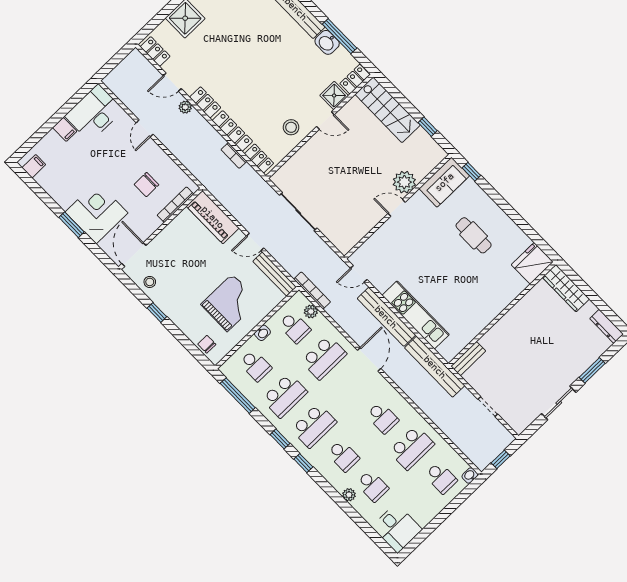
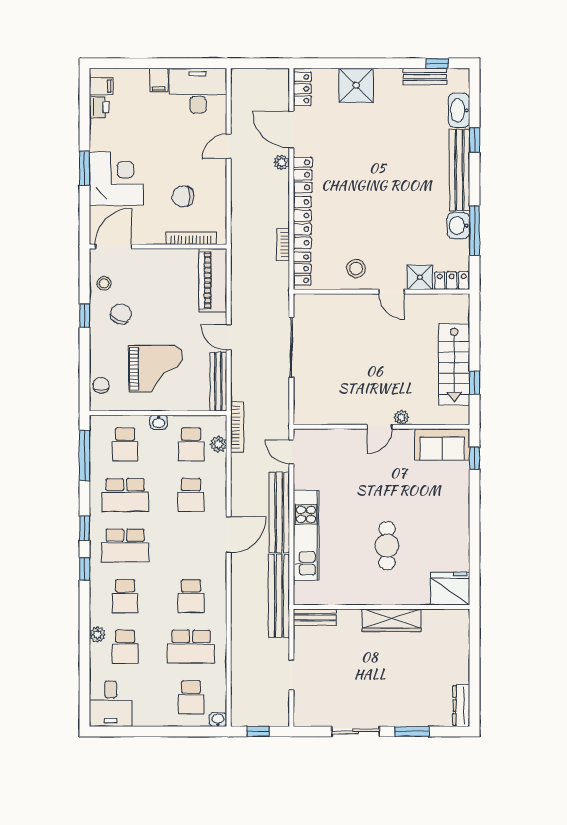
door: (172, 82) -> (291, 130), width x1.37
stairs: (388, 110) -> (454, 364), moved
printer: (45, 180) -> (99, 107), added
plant: (404, 182) -> (401, 417), width x0.53, depth x0.53
door: (397, 208) -> (380, 427), swing flipped
cafe table: (474, 235) -> (387, 546), moved
wardrobe: (566, 288) -> (392, 620), moved, turned -90
chair: (177, 290) -> (121, 314), added
school desk: (324, 357) -> (191, 495), width x0.54

